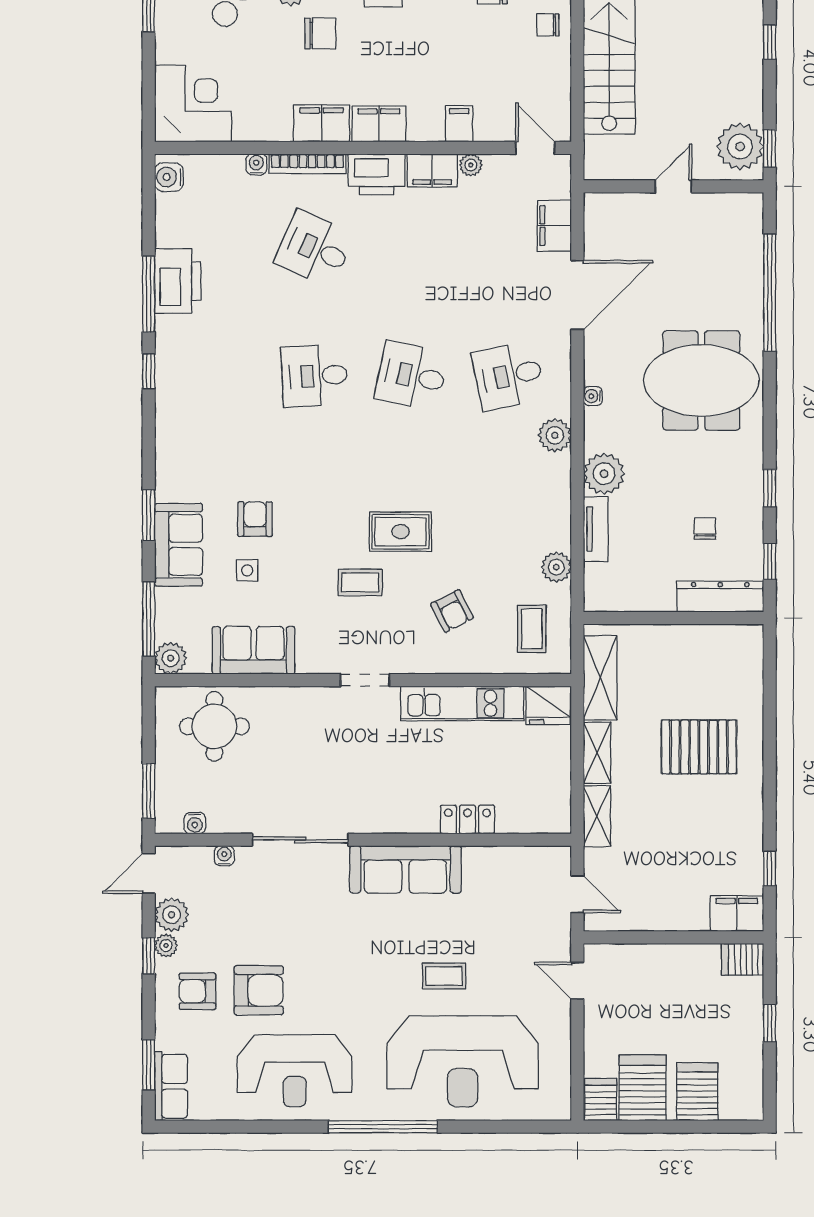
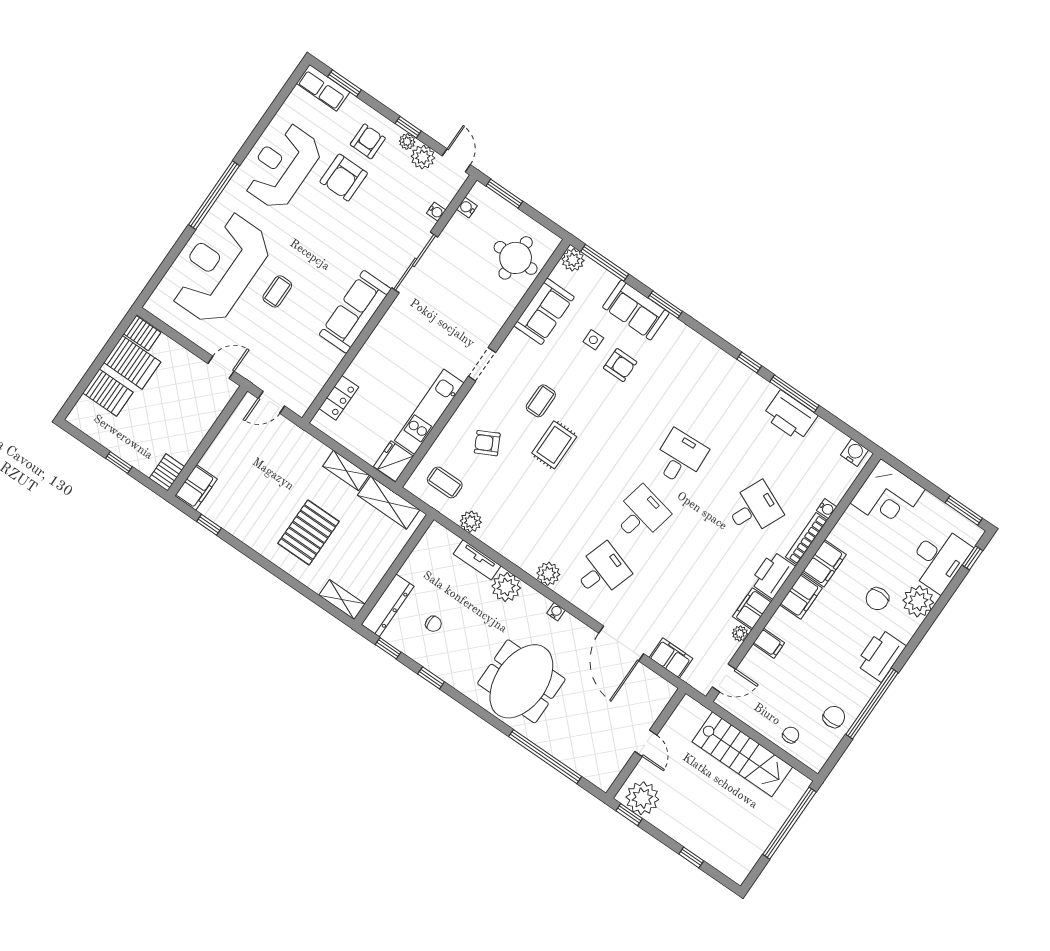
desk: (509, 376) -> (602, 571), turned 30
shelving: (597, 816) -> (342, 600), moved
locker: (467, 819) -> (339, 398), moved

